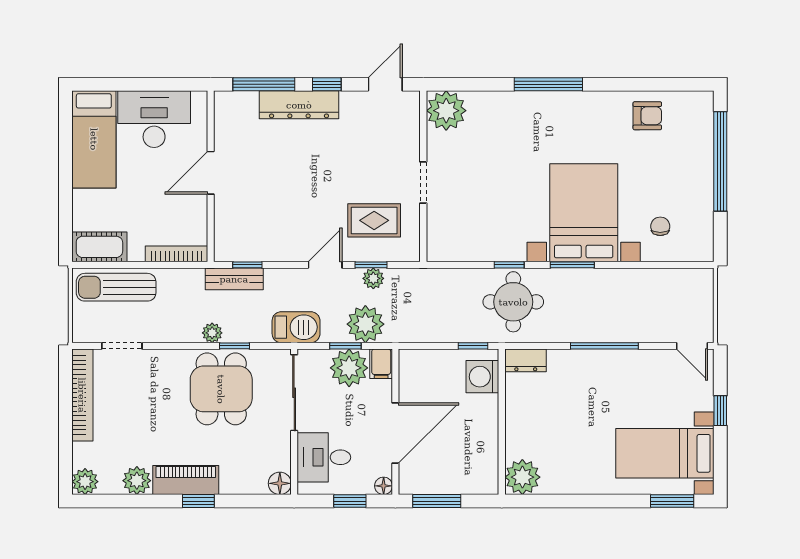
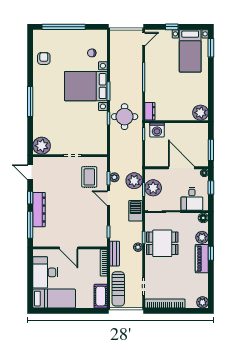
bench: (234, 279) -> (115, 254), moved
filing cabinet: (381, 364) -> (151, 174), removed
plant: (137, 481) -> (202, 237), moved

